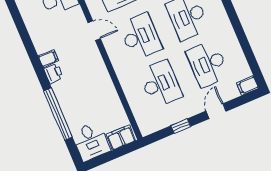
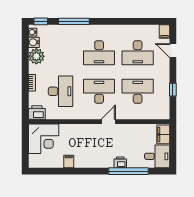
door: (94, 31) -> (108, 122), moved
filing cabinet: (48, 58) -> (69, 161), moved
printer: (53, 73) -> (120, 162), moved
door: (216, 111) -> (173, 51), moved

